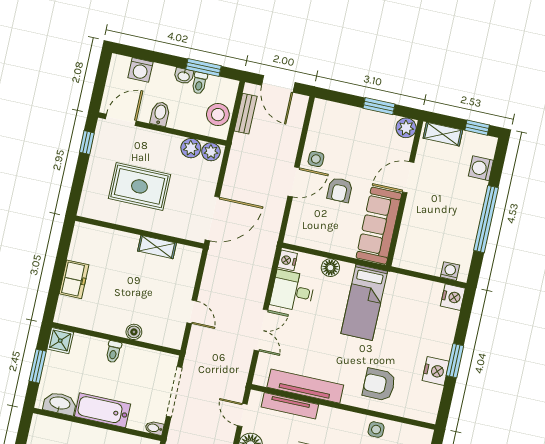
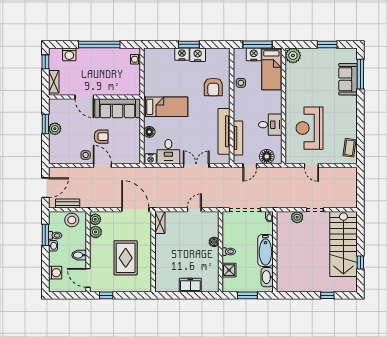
plant: (406, 128) -> (55, 129), moved
shelving: (157, 247) -> (160, 222), moved
nightstand: (453, 297) -> (182, 54), moved
shower: (60, 341) -> (229, 270), moved

